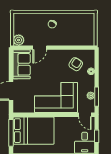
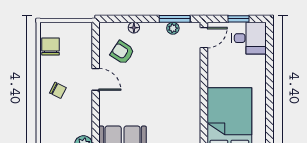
chair: (79, 20) -> (51, 47), added
door: (40, 48) -> (96, 79), moved
corner sofa: (56, 98) -> (176, 84), removed

